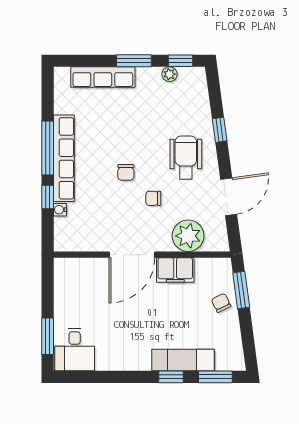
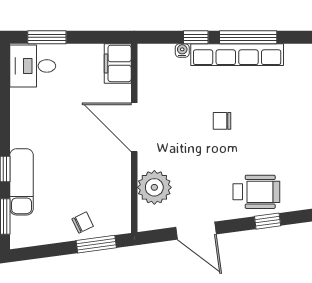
wheelchair: (186, 158) -> (256, 192), moved
chair: (153, 198) -> (194, 150), removed
filing cabinet: (175, 270) -> (118, 63), moved

